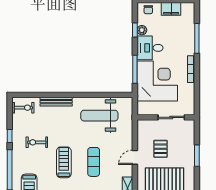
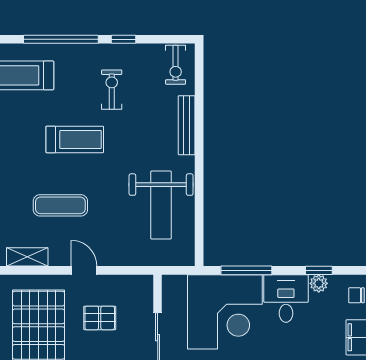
weight bench: (99, 116) -> (161, 205), turned 180
exercise mat: (94, 162) -> (60, 205), moved

